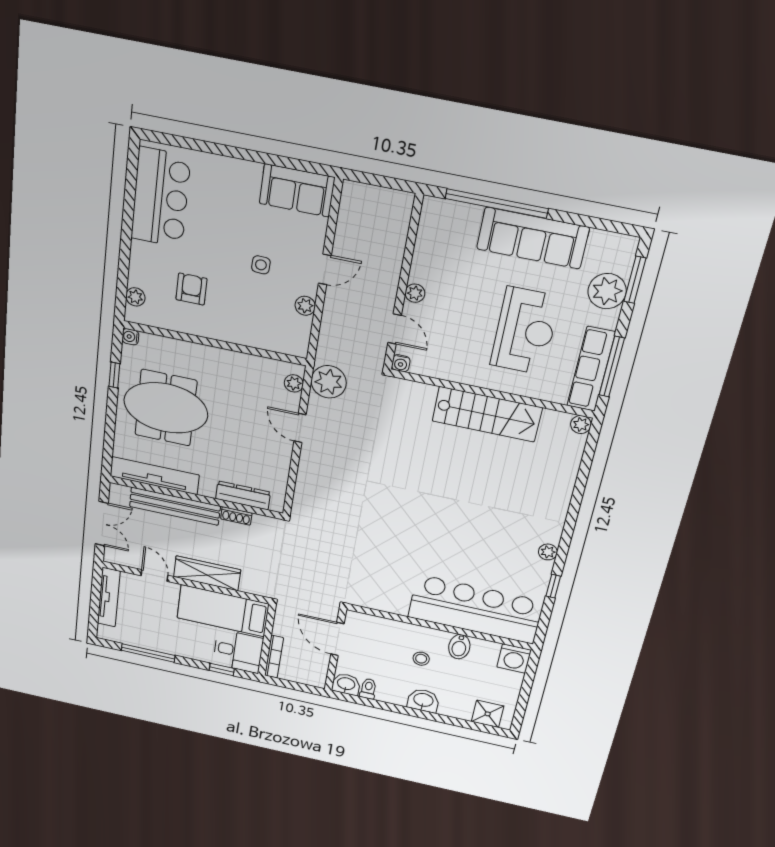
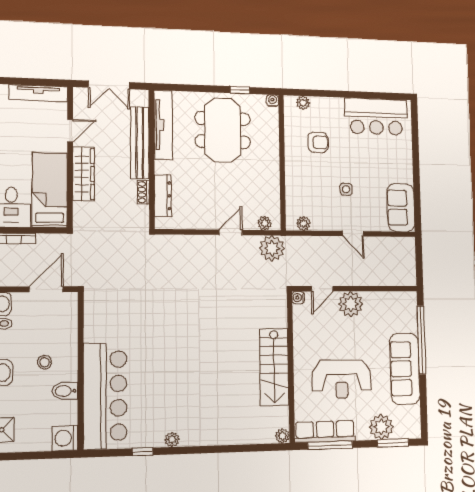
plant: (415, 293) -> (351, 304), width x1.88, depth x1.88
plant: (305, 306) -> (304, 223), moved

